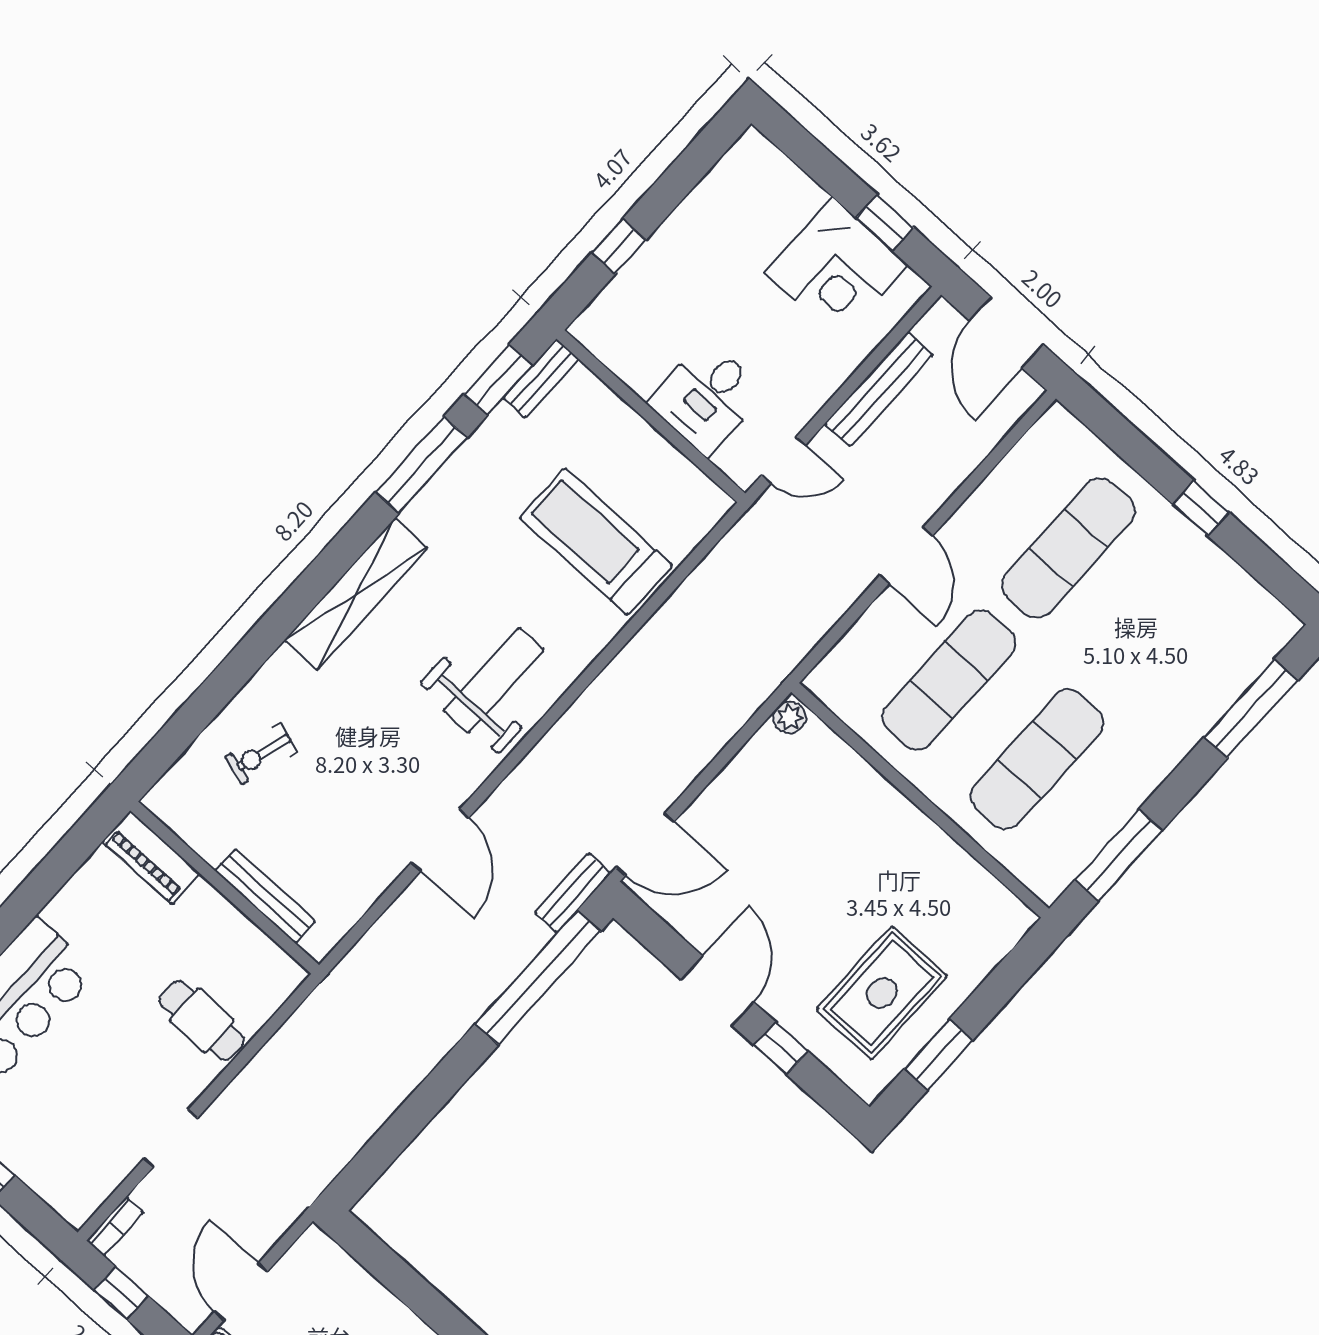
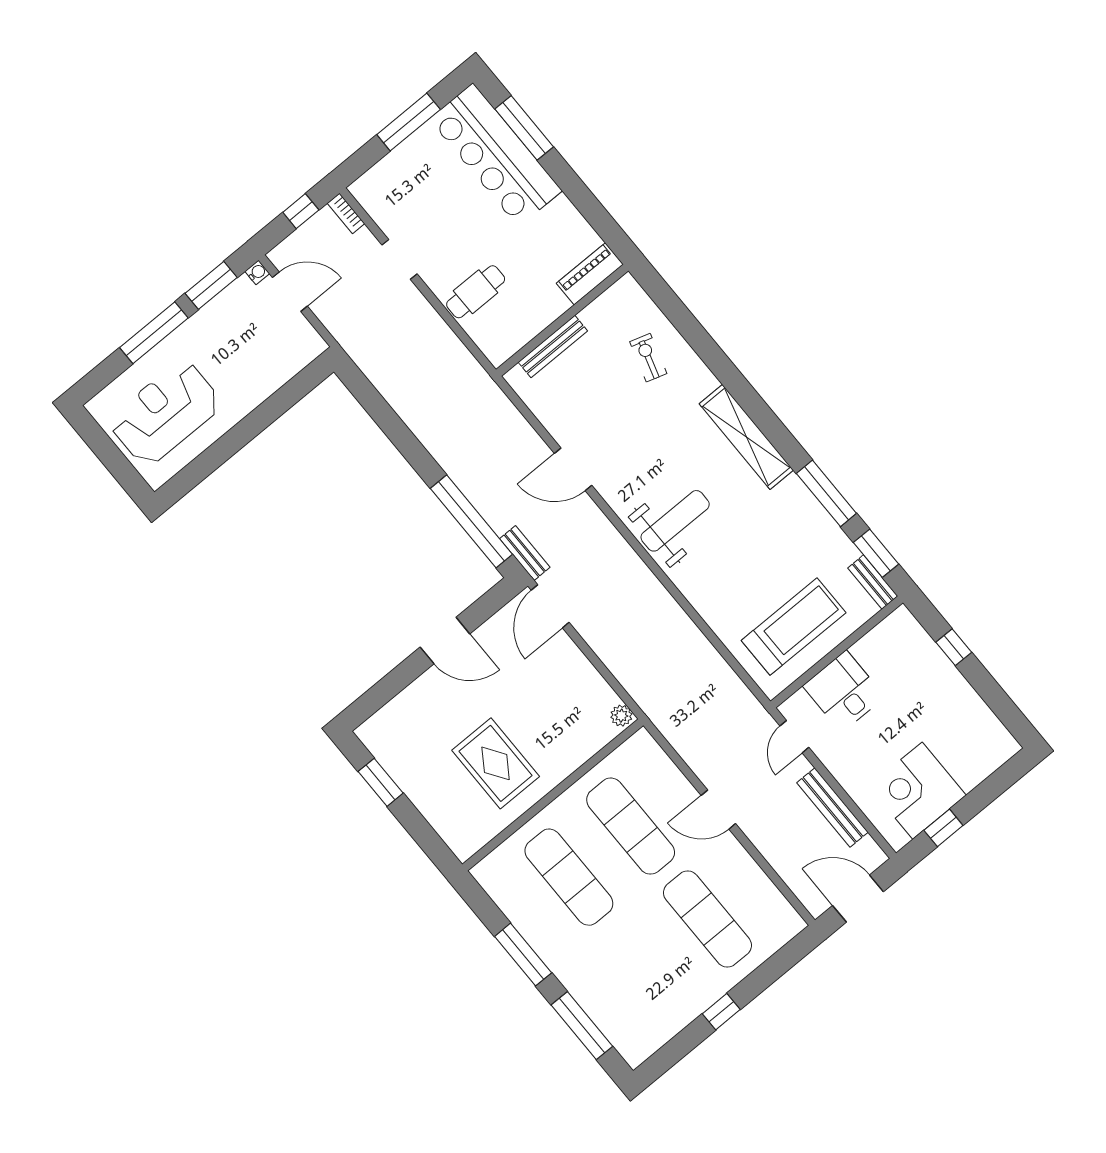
treadmill: (596, 541) -> (794, 627), moved
weight bench: (494, 680) -> (675, 521), turned -90
window: (1119, 855) -> (523, 955), moved
rug: (882, 993) -> (496, 763), moved
window: (781, 1048) -> (400, 678), removed

